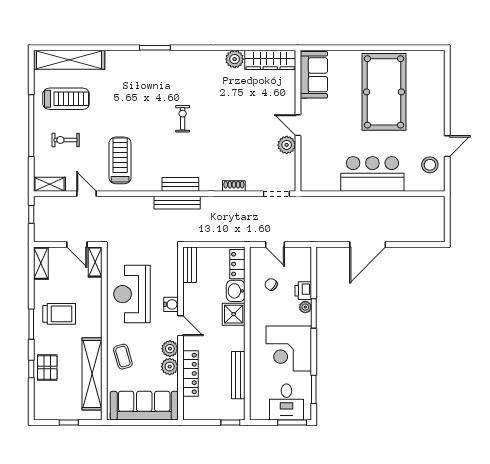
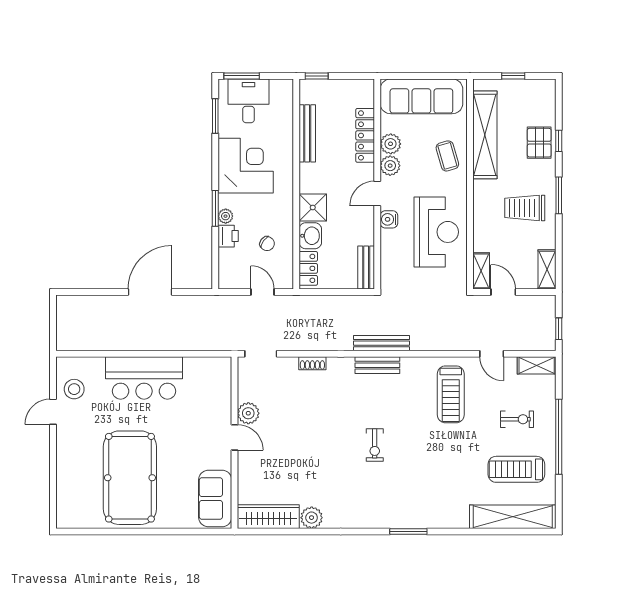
door: (180, 326) -> (377, 194), hinge flipped

